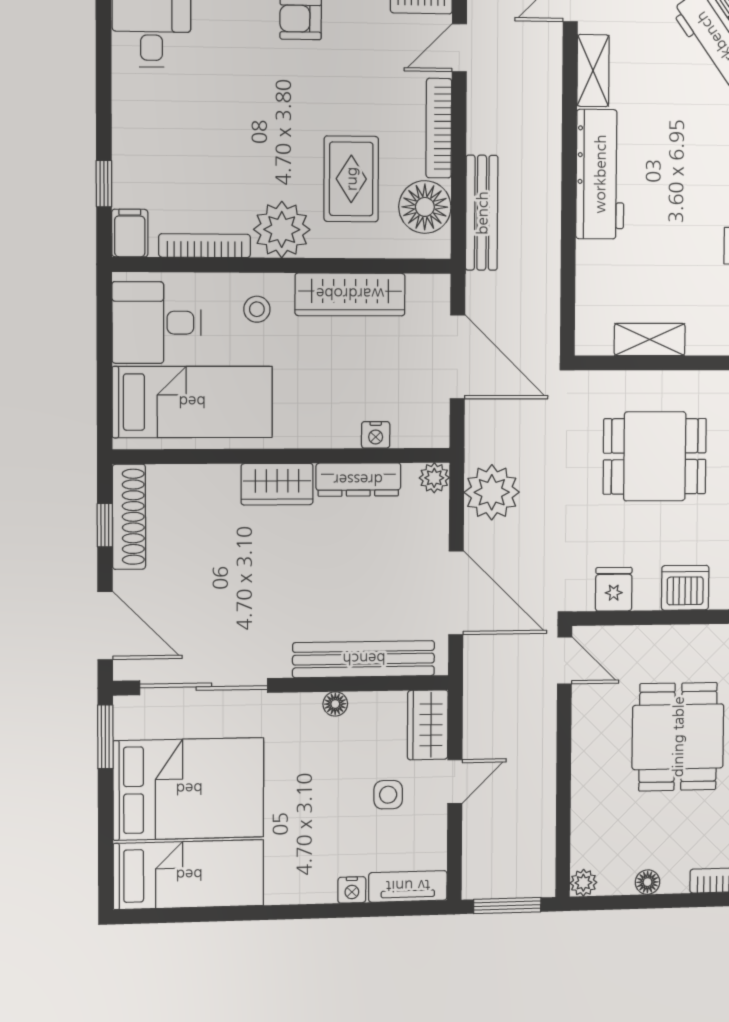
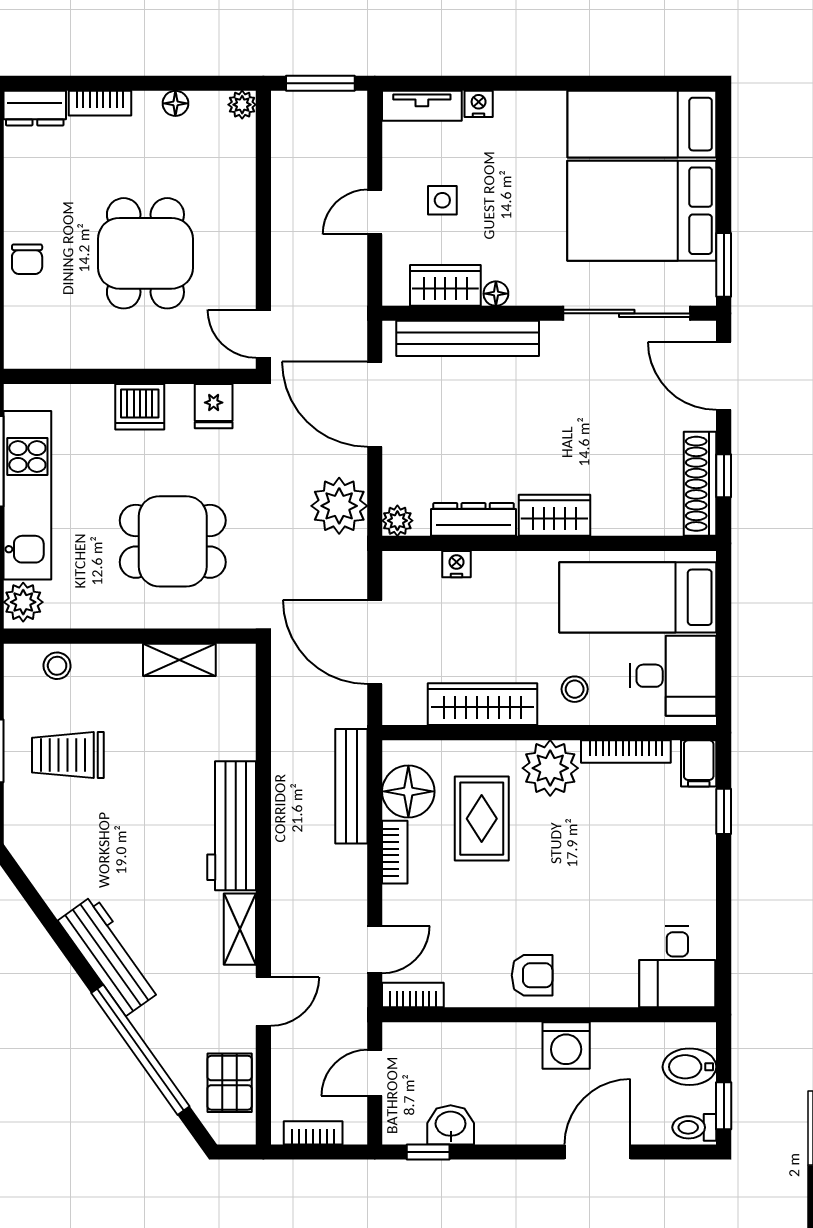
bookcase: (439, 128) -> (395, 852), width x0.64
wardrobe: (428, 725) -> (445, 285), moved, turned -90

